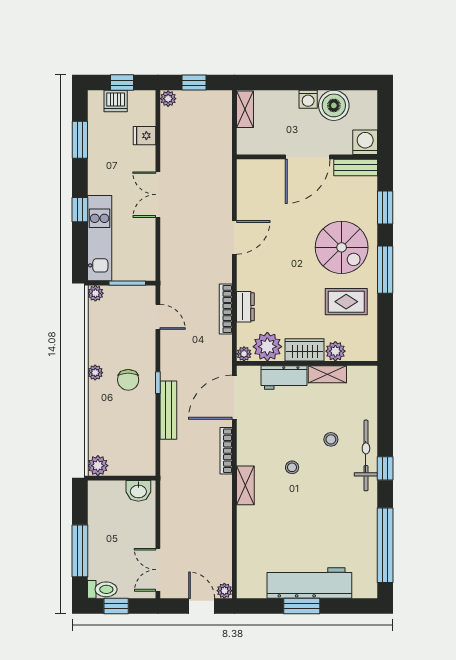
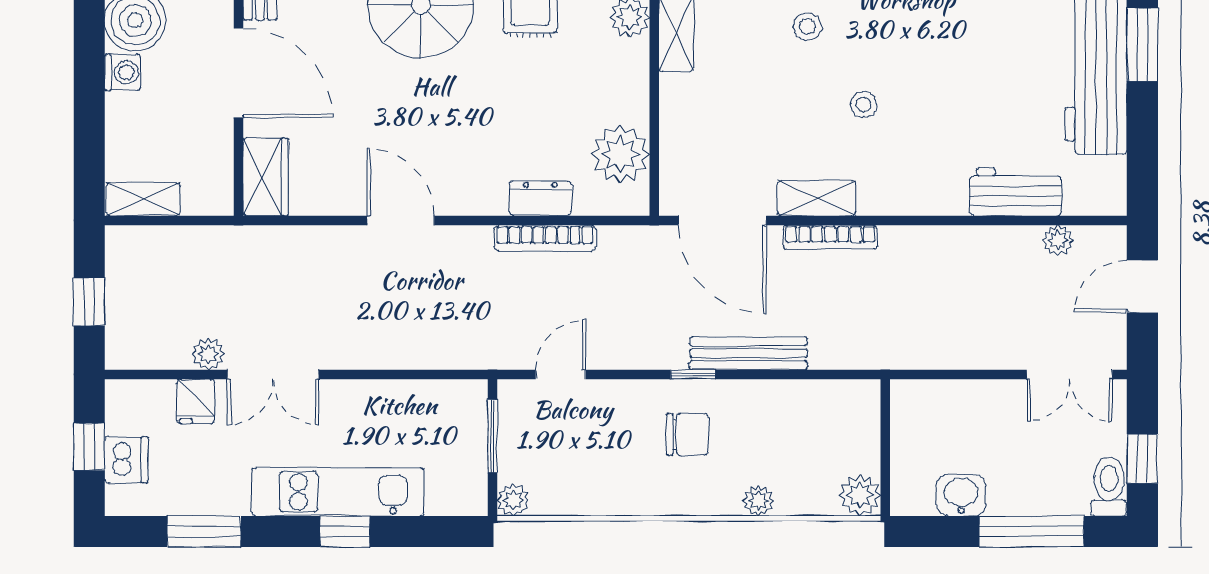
plant: (168, 99) -> (208, 354), moved
double door: (158, 195) -> (273, 374), moved
kitchen unit: (100, 238) -> (338, 492), moved
wardrobe: (305, 350) -> (266, 177), moved, turned 180
plant: (244, 354) -> (635, 201), removed
plant: (95, 373) -> (758, 501), moved
workbench: (284, 378) -> (1016, 192), moved, turned -90
shelving: (245, 485) -> (817, 198), moved
washbasin: (138, 491) -> (961, 495), moved, turned -90
plant: (224, 591) -> (1058, 240), moved
window: (302, 606) -> (1142, 45), moved

